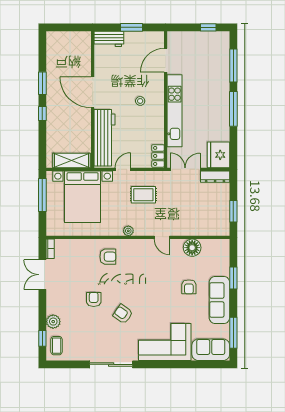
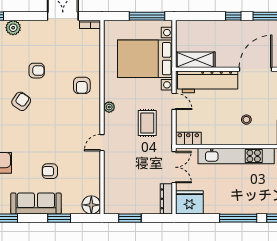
shelving: (71, 161) -> (195, 60), moved, turned 90
floor lamp: (192, 248) -> (91, 205), moved

